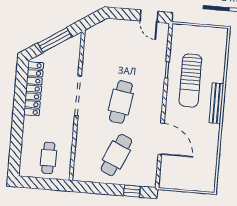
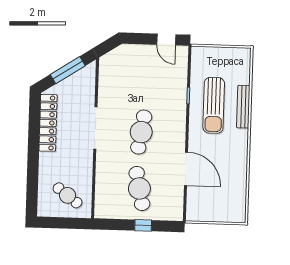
bench: (216, 103) -> (243, 107), moved
cafe table: (116, 155) -> (139, 188), turned -36
cafe table: (48, 158) -> (68, 195), turned -53
window: (132, 191) -> (143, 225), moved

